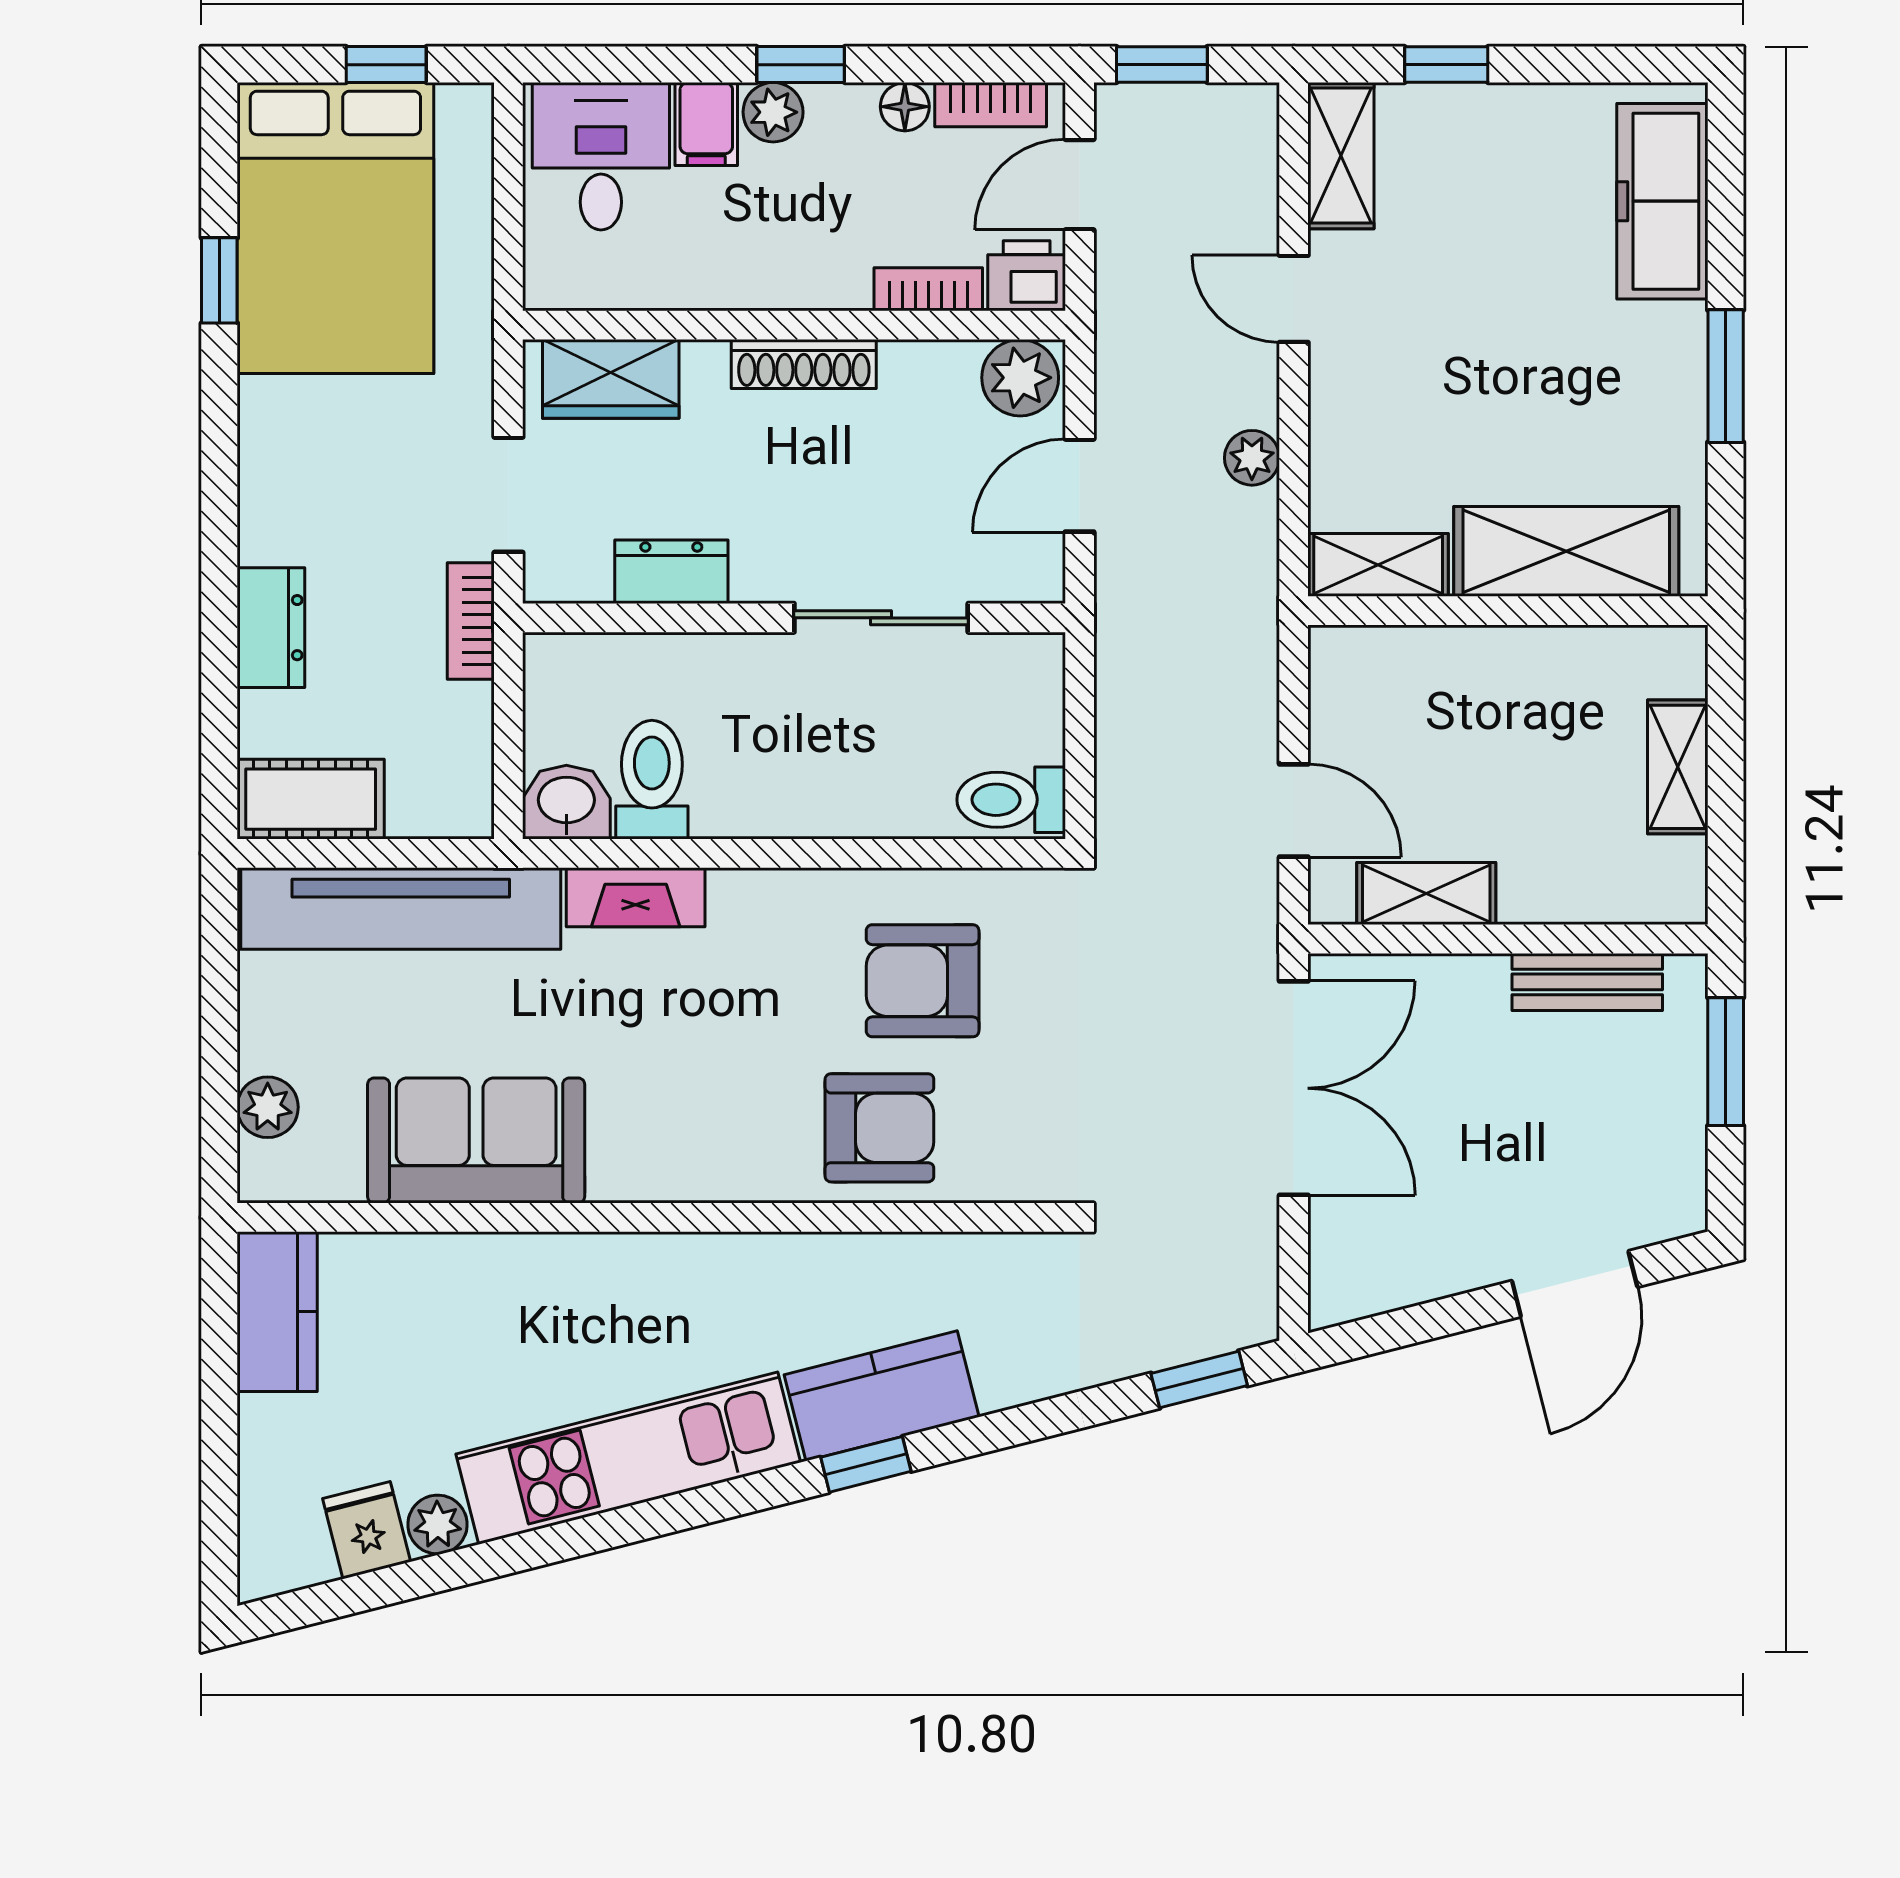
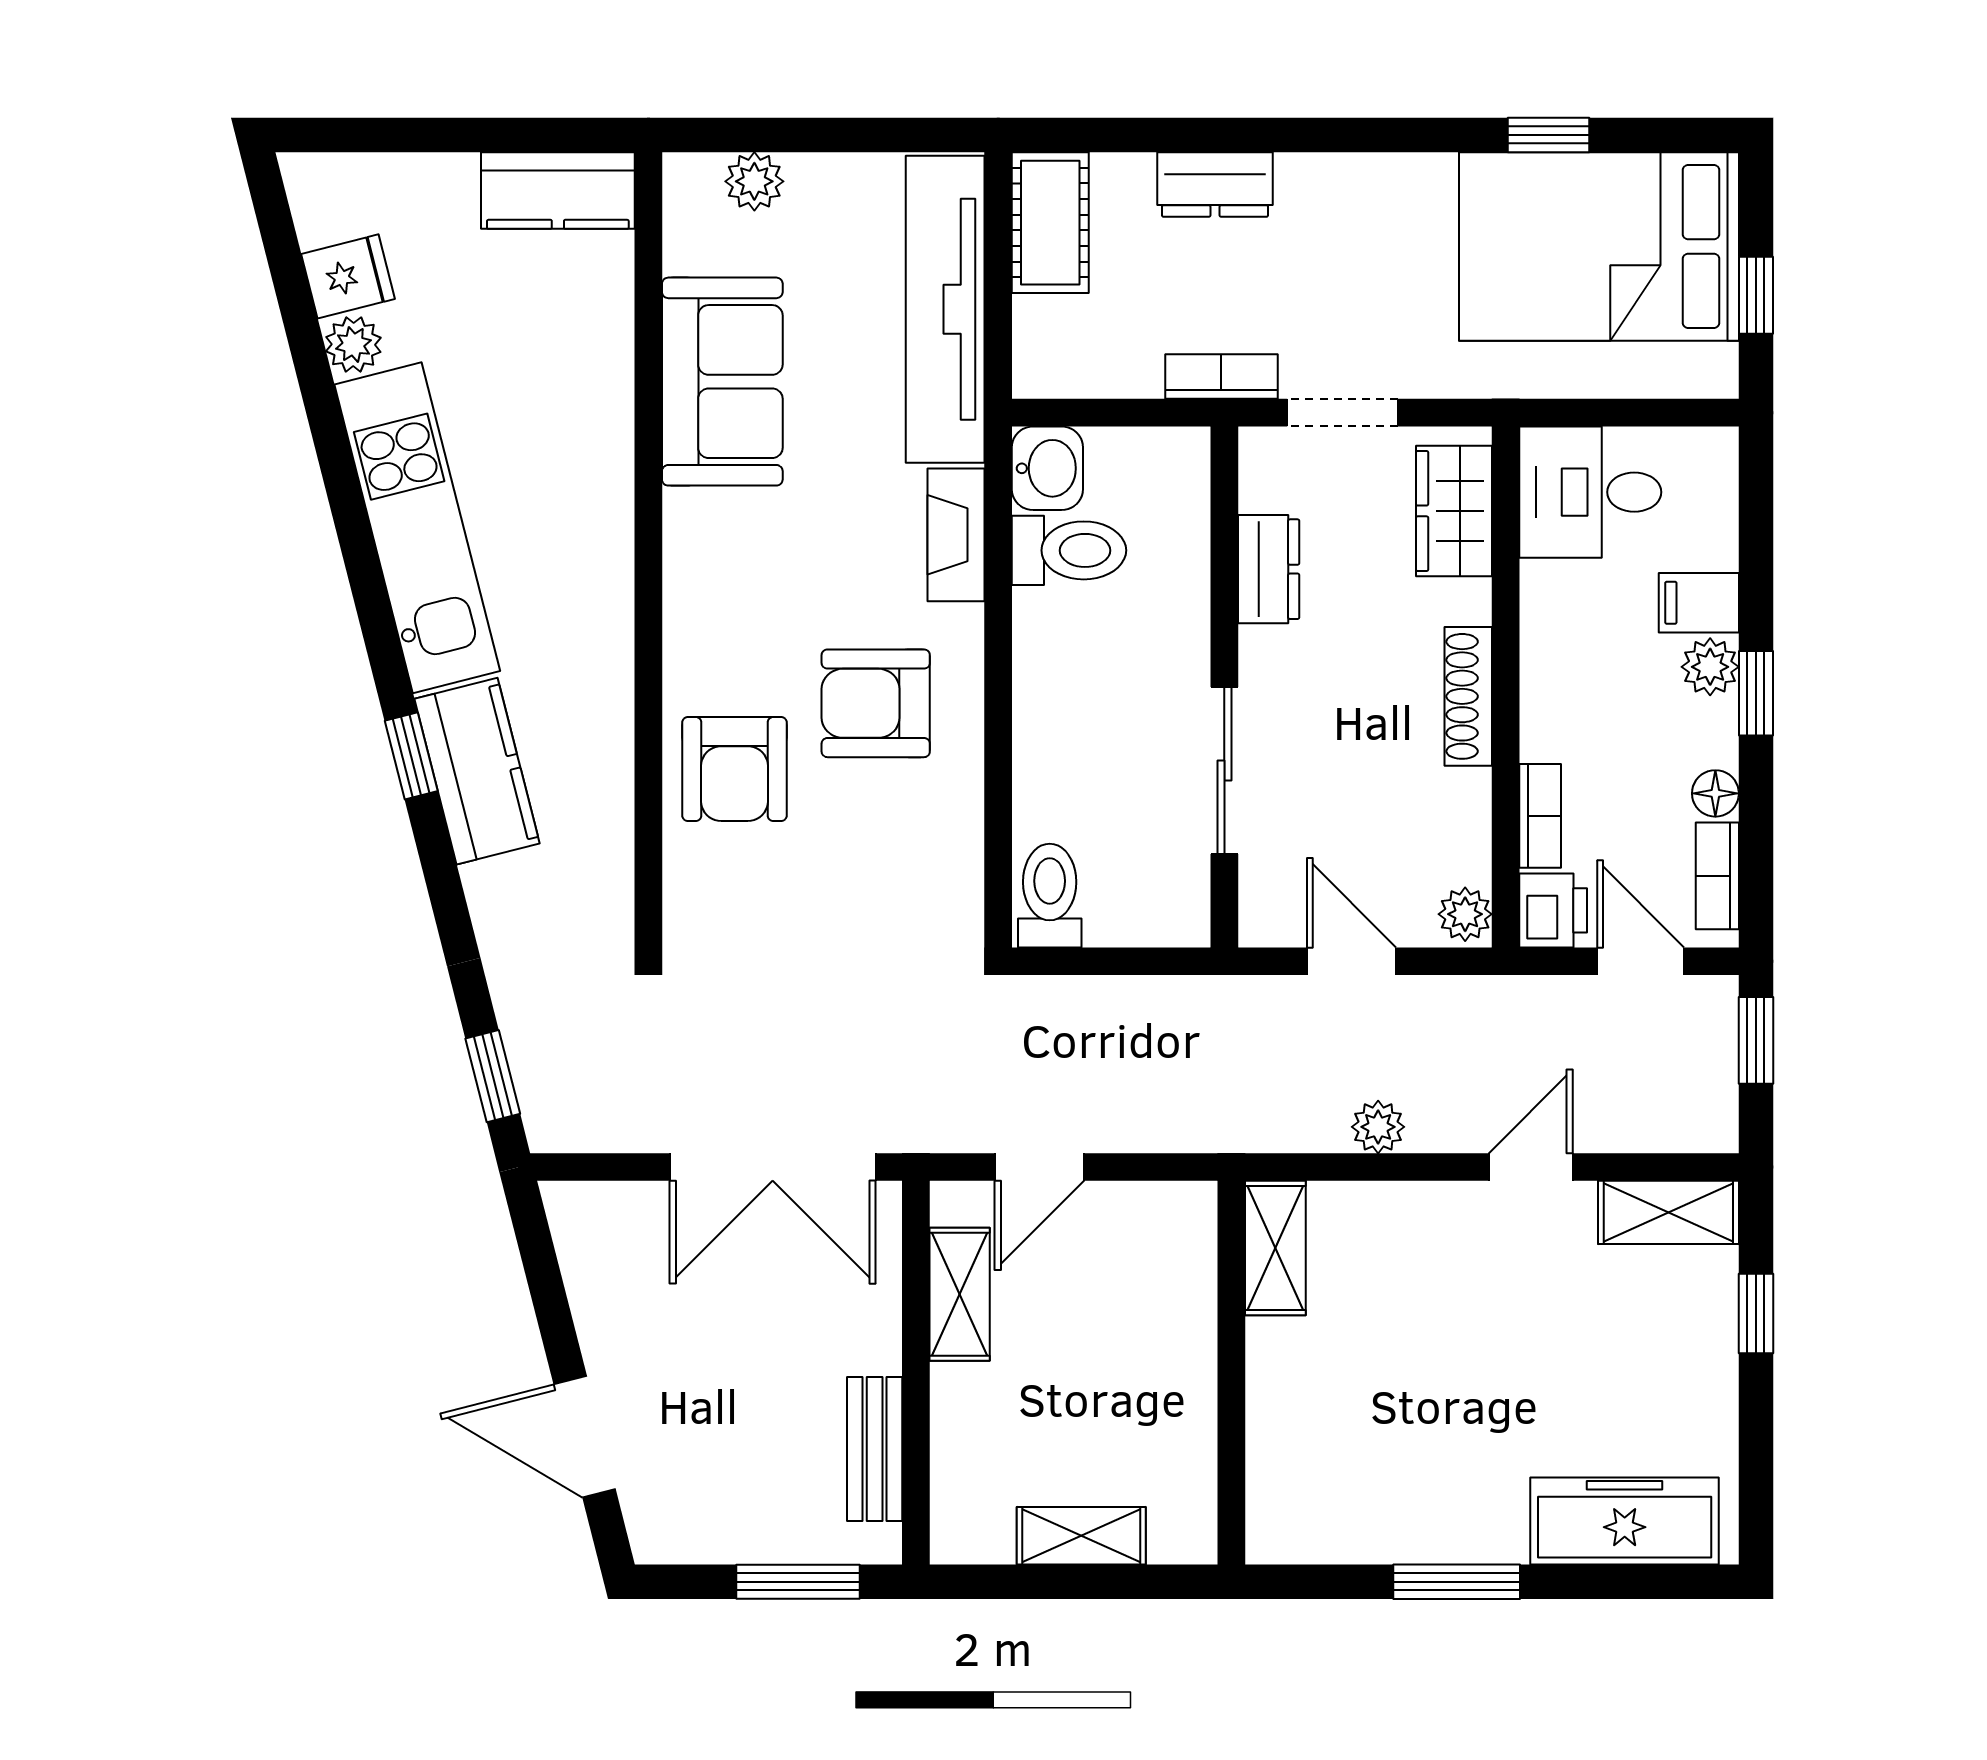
desk: (601, 156) -> (1590, 492), moved, turned 180
plant: (1020, 378) -> (1465, 914), width x0.73, depth x0.73
shelving: (1566, 551) -> (1288, 1429), removed
armchair: (923, 981) -> (876, 703), moved, turned -90

